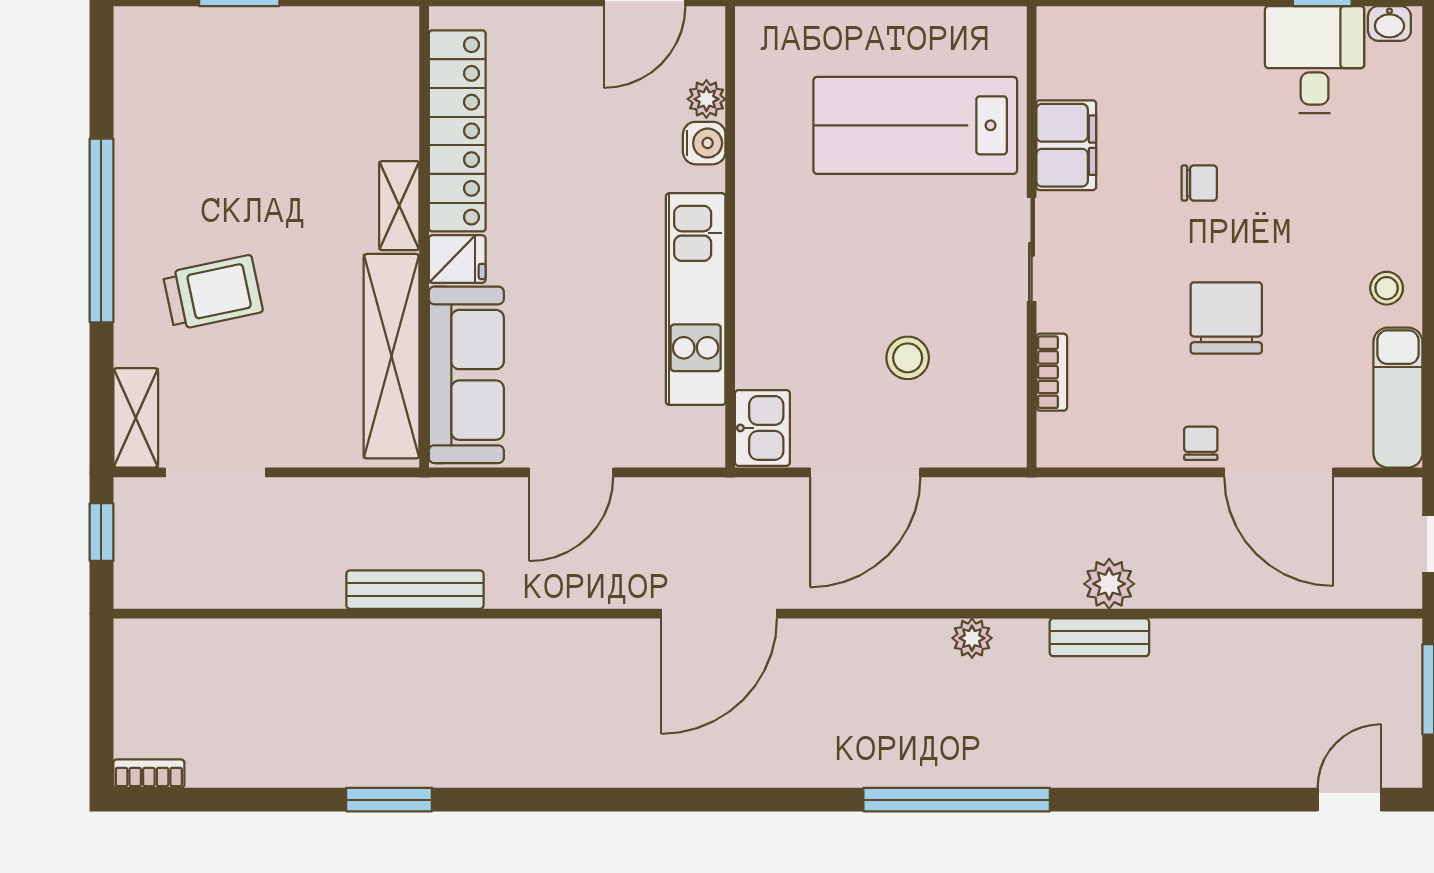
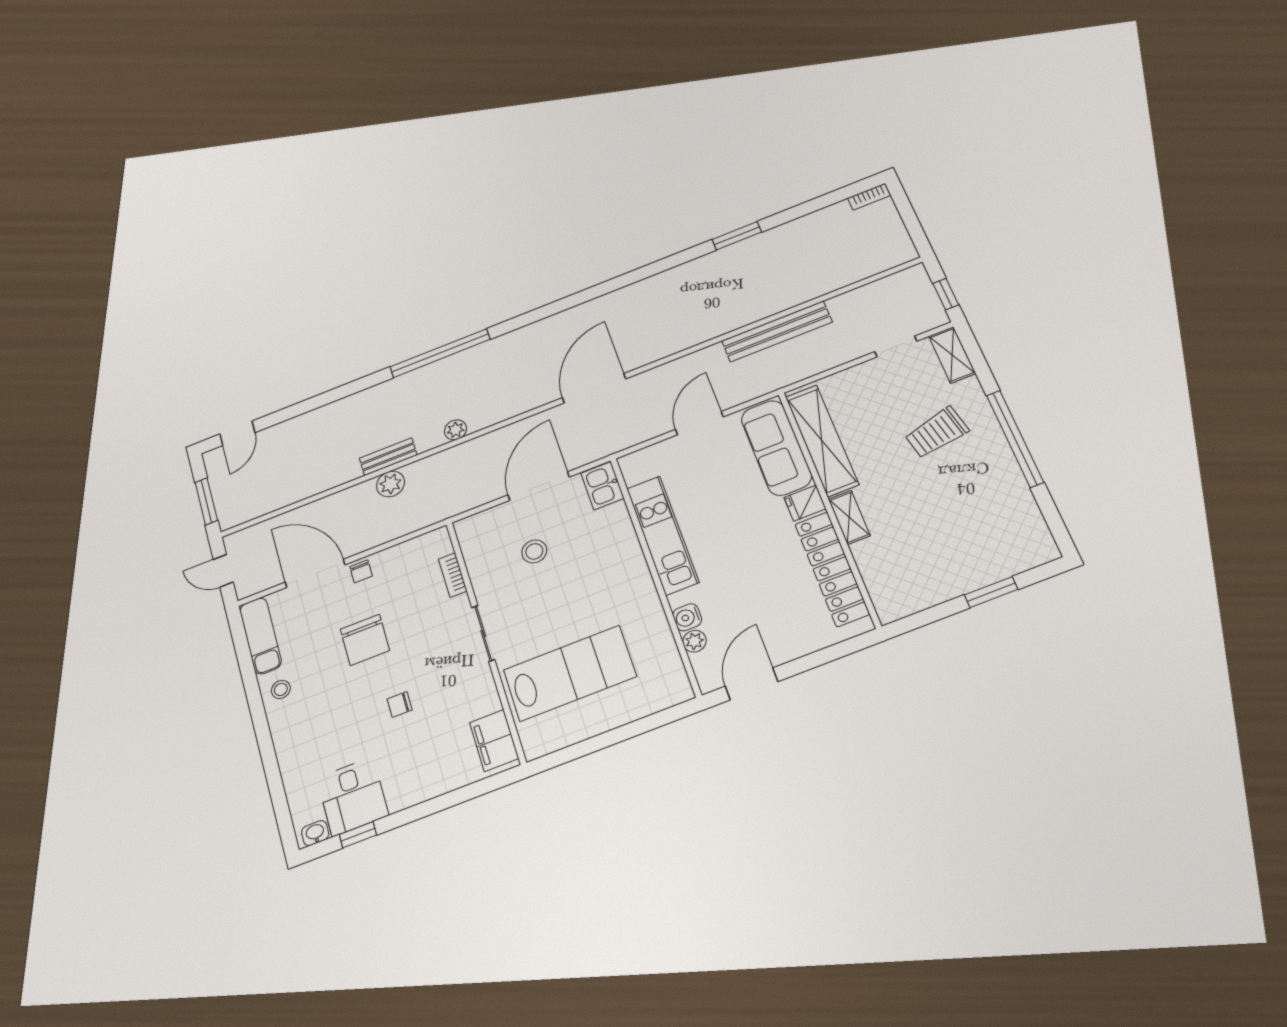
filing cabinet: (1066, 145) -> (494, 740), moved
doorway: (215, 472) -> (896, 346), width x0.73
bench: (415, 590) -> (777, 331), width x1.37, depth x1.21

